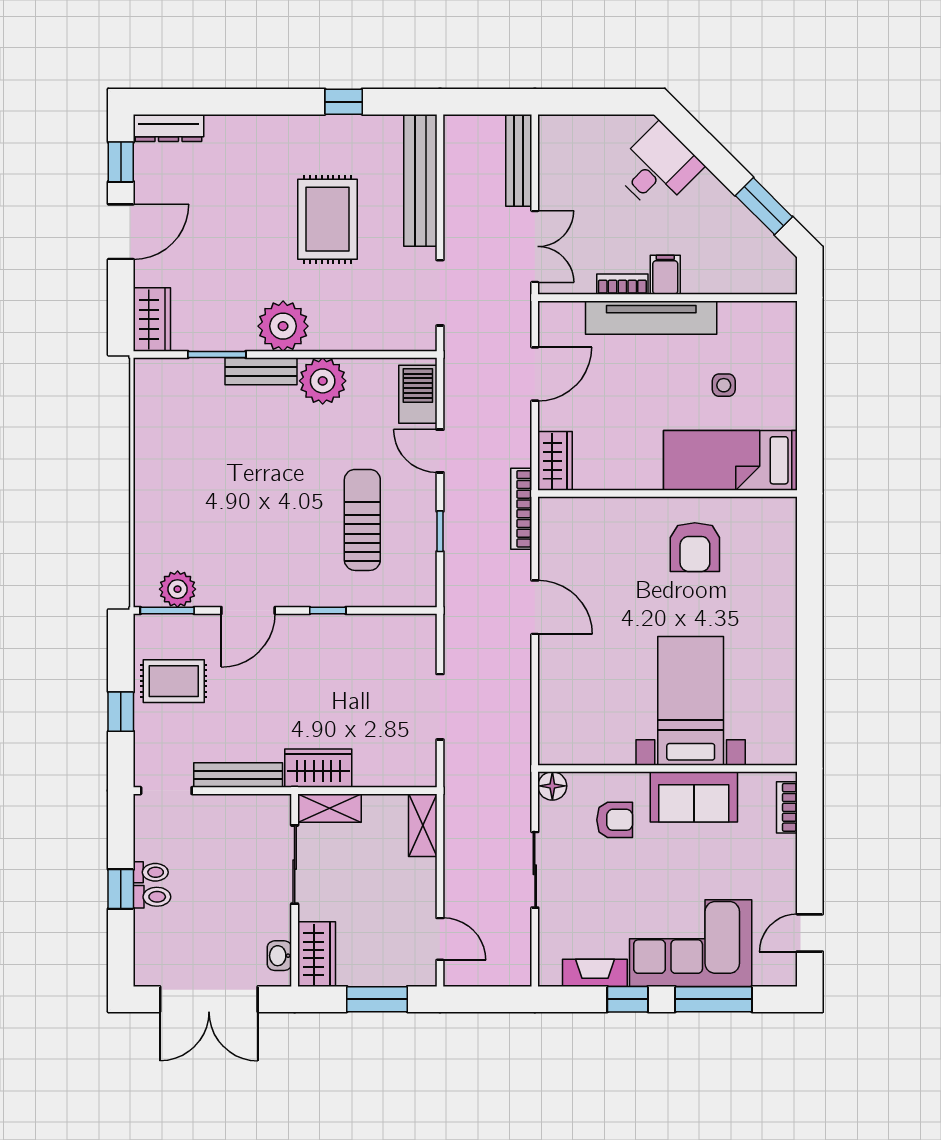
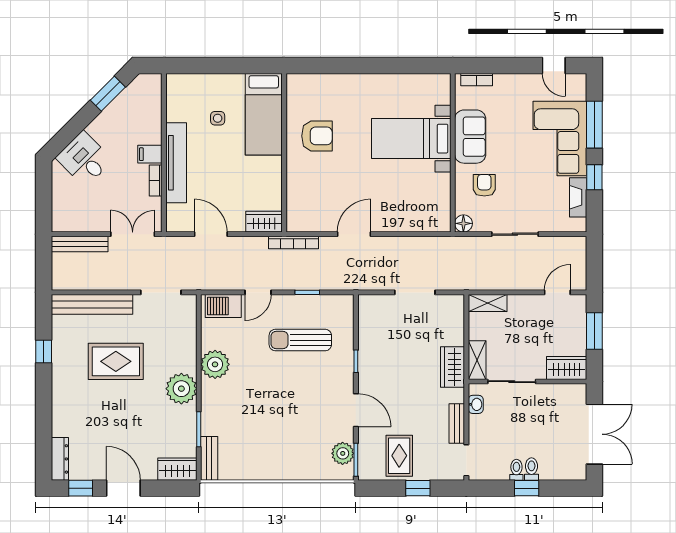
bench: (261, 371) -> (209, 458), moved
bench: (238, 775) -> (457, 423), width x0.73
washbasin: (279, 956) -> (476, 404), moved, turned -90

